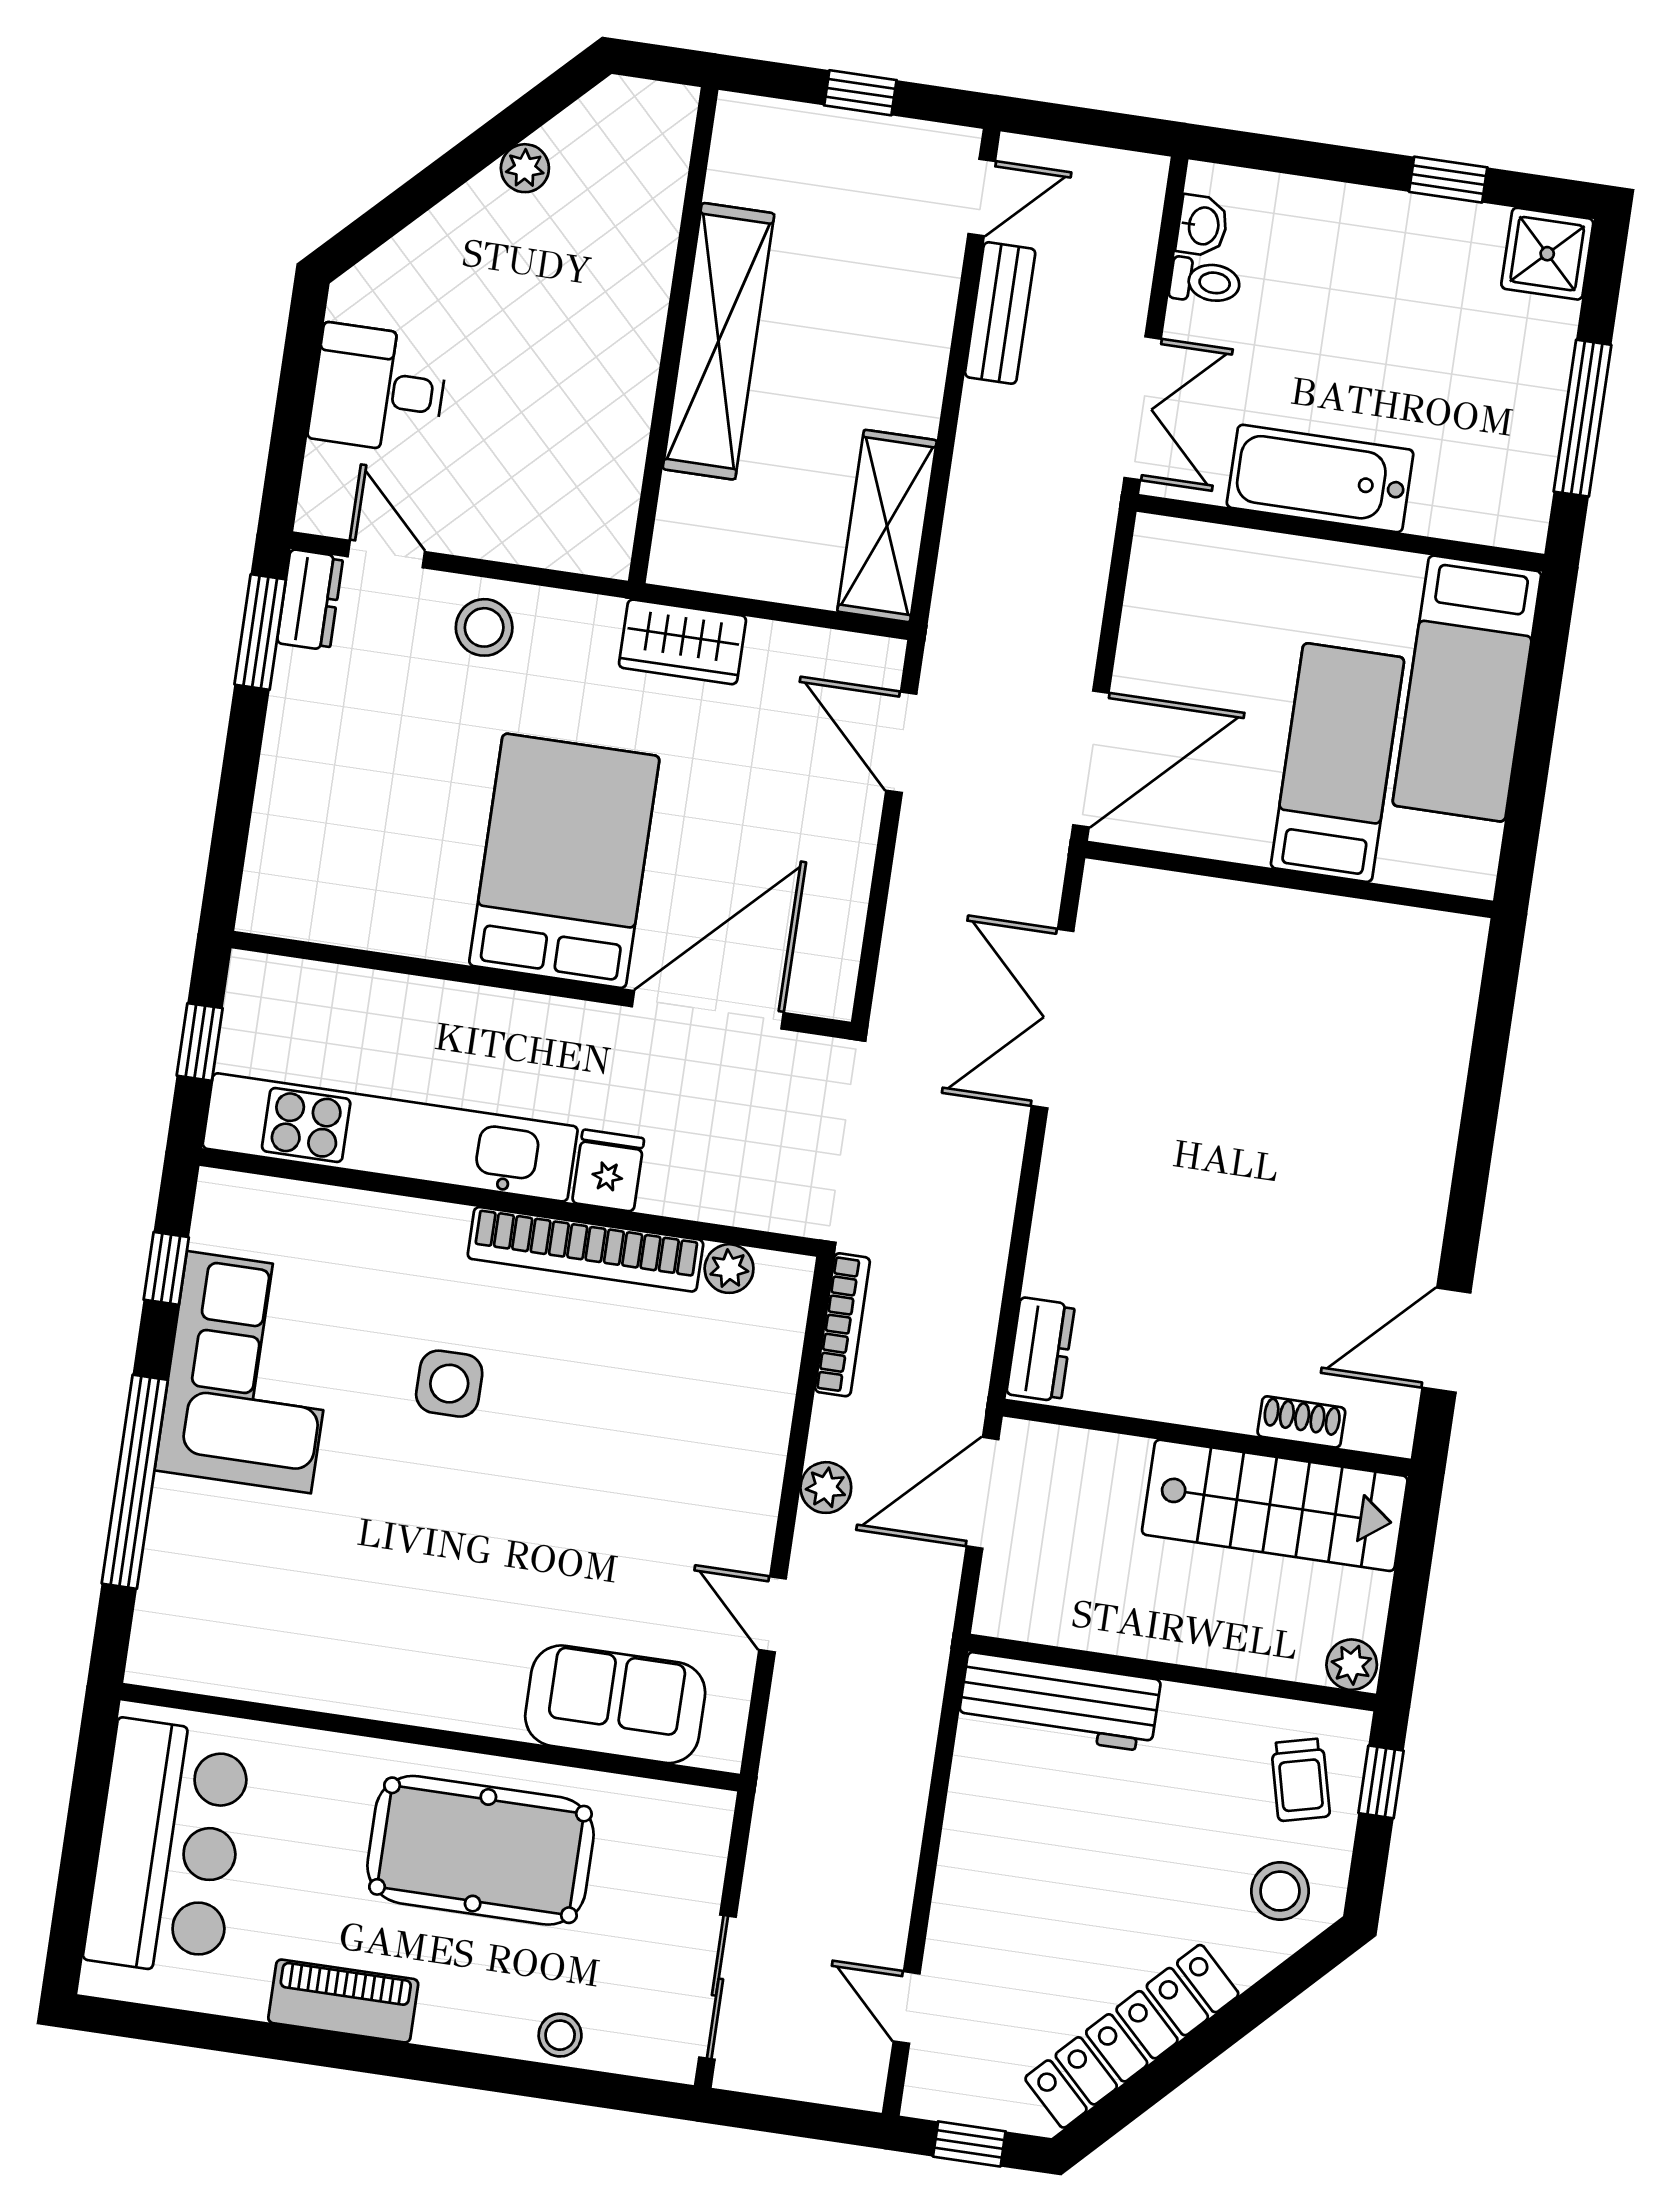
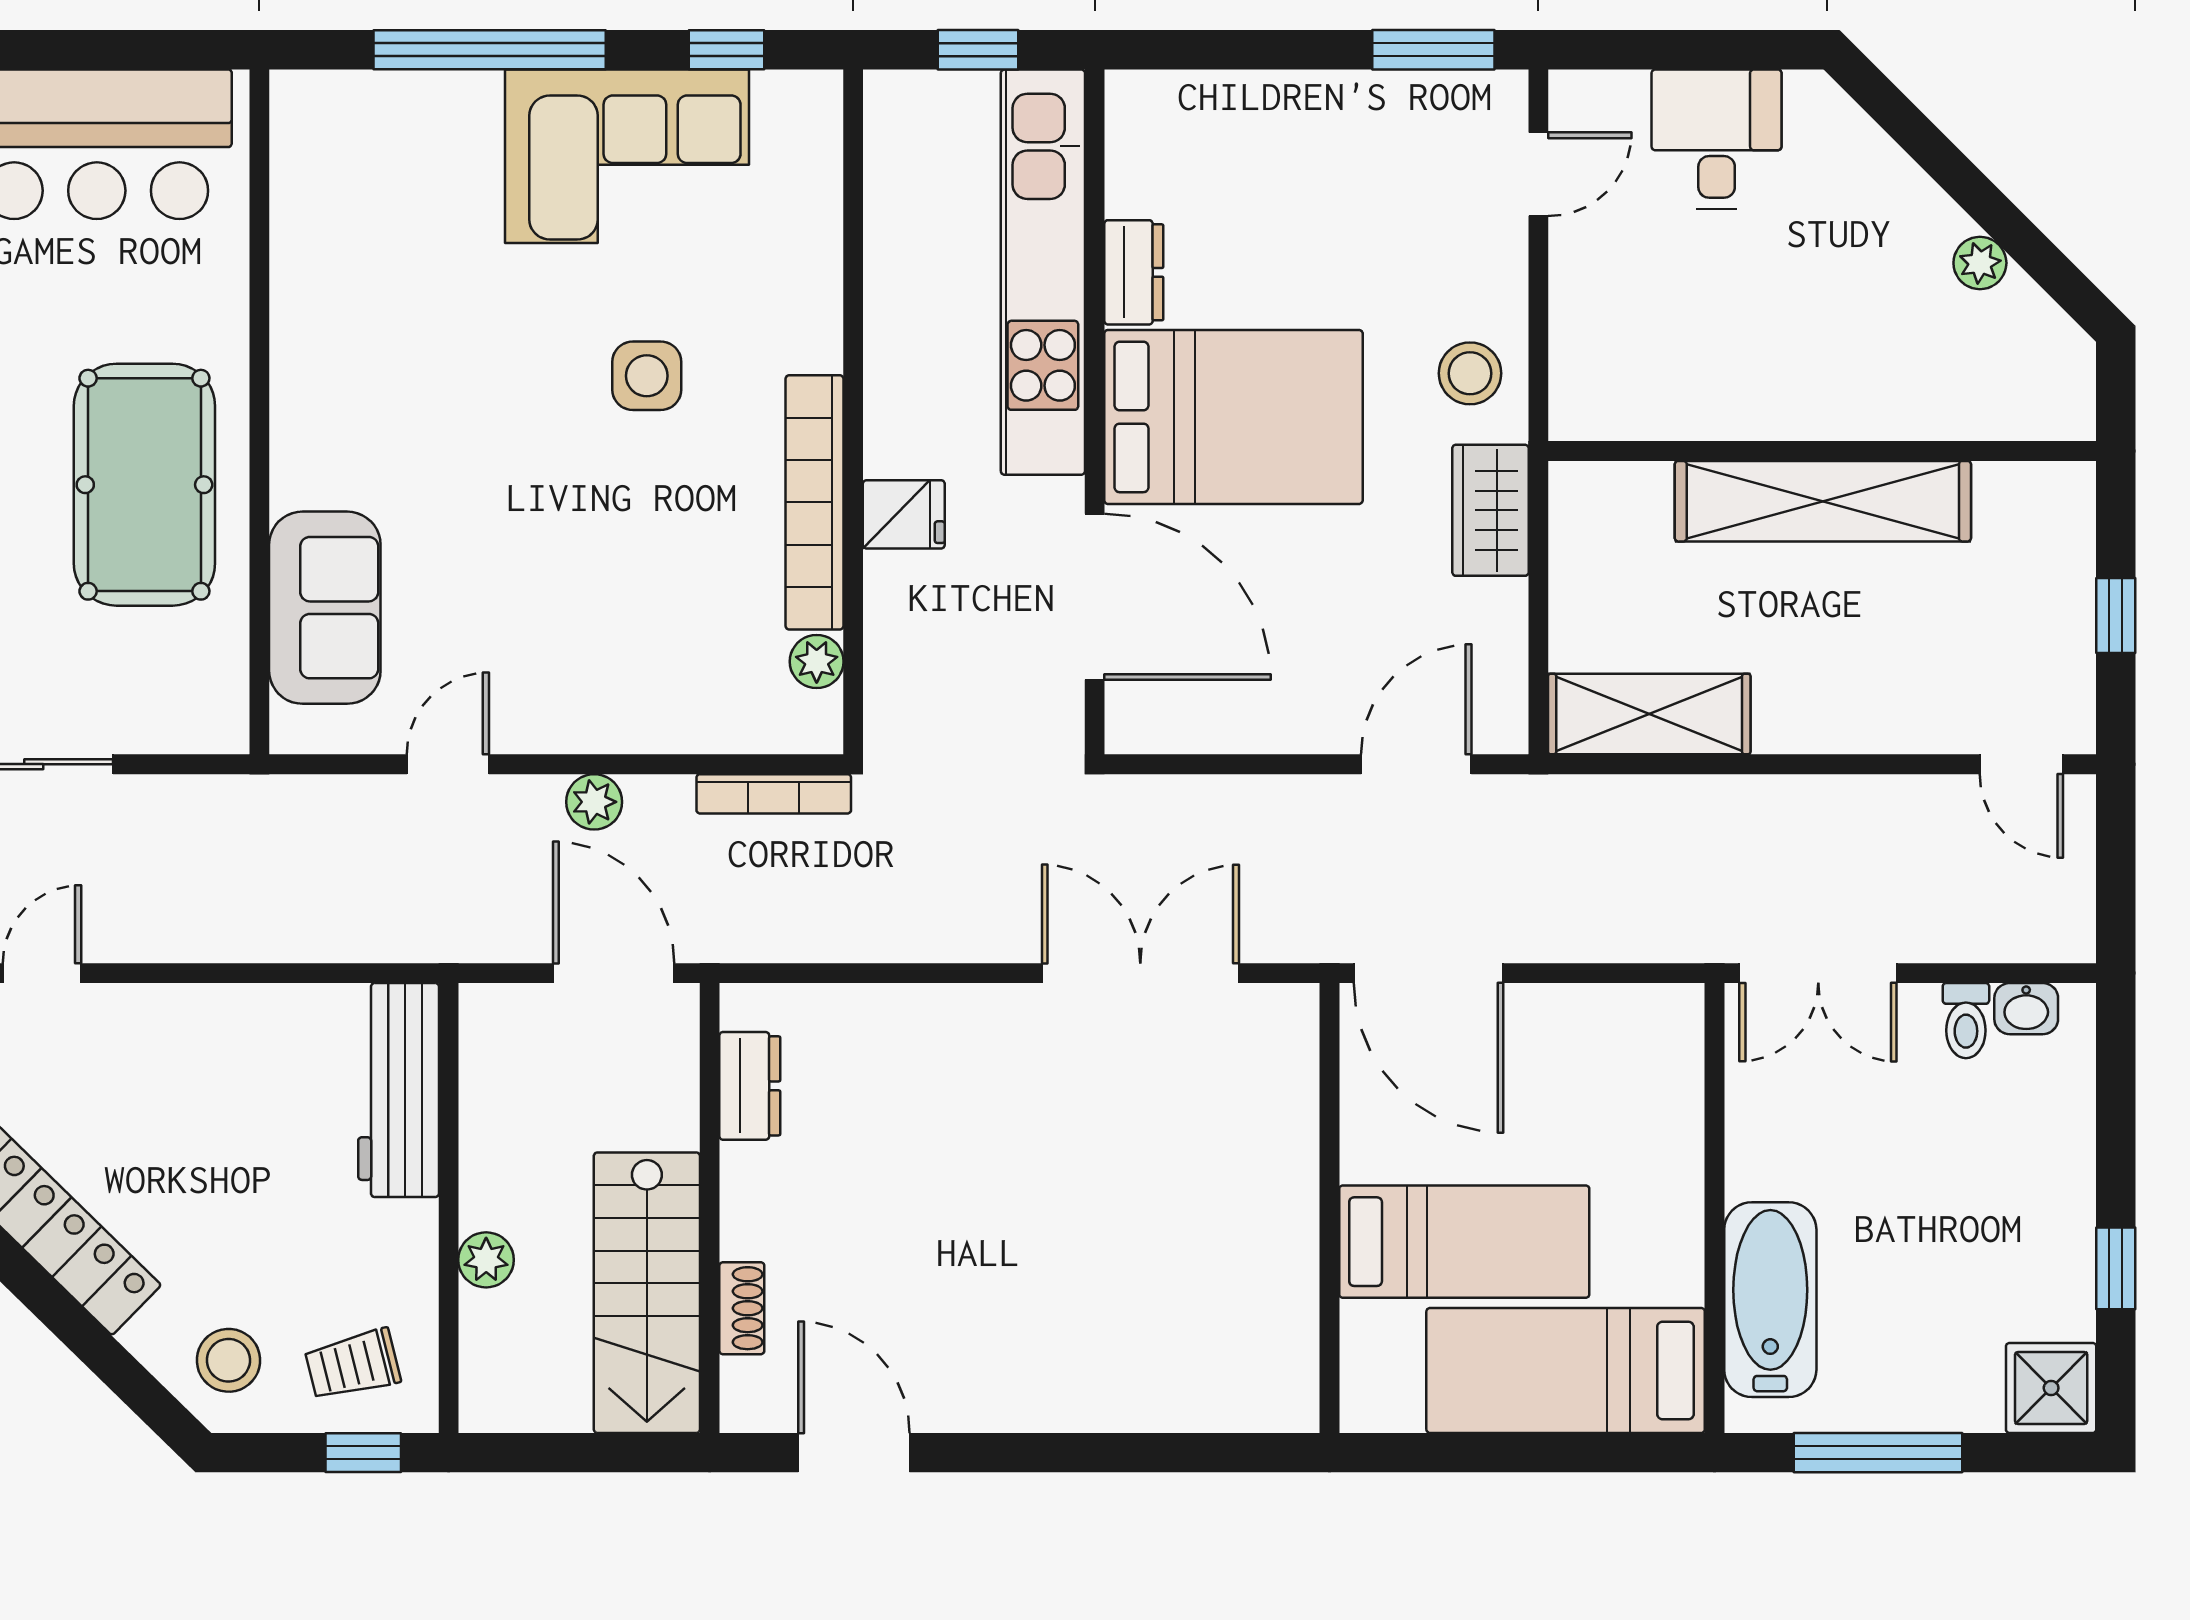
bench: (1000, 313) -> (1899, 803), removed
bathtub: (1320, 479) -> (1770, 1300), moved
dresser: (310, 600) -> (1134, 272), moved, turned -90
stool: (484, 627) -> (1470, 373), moved
kitchen unit: (390, 1137) -> (1043, 272), moved, turned 180
dresser: (1041, 1350) -> (750, 1086), moved, turned -90
plant: (1352, 1665) -> (486, 1260), moved

